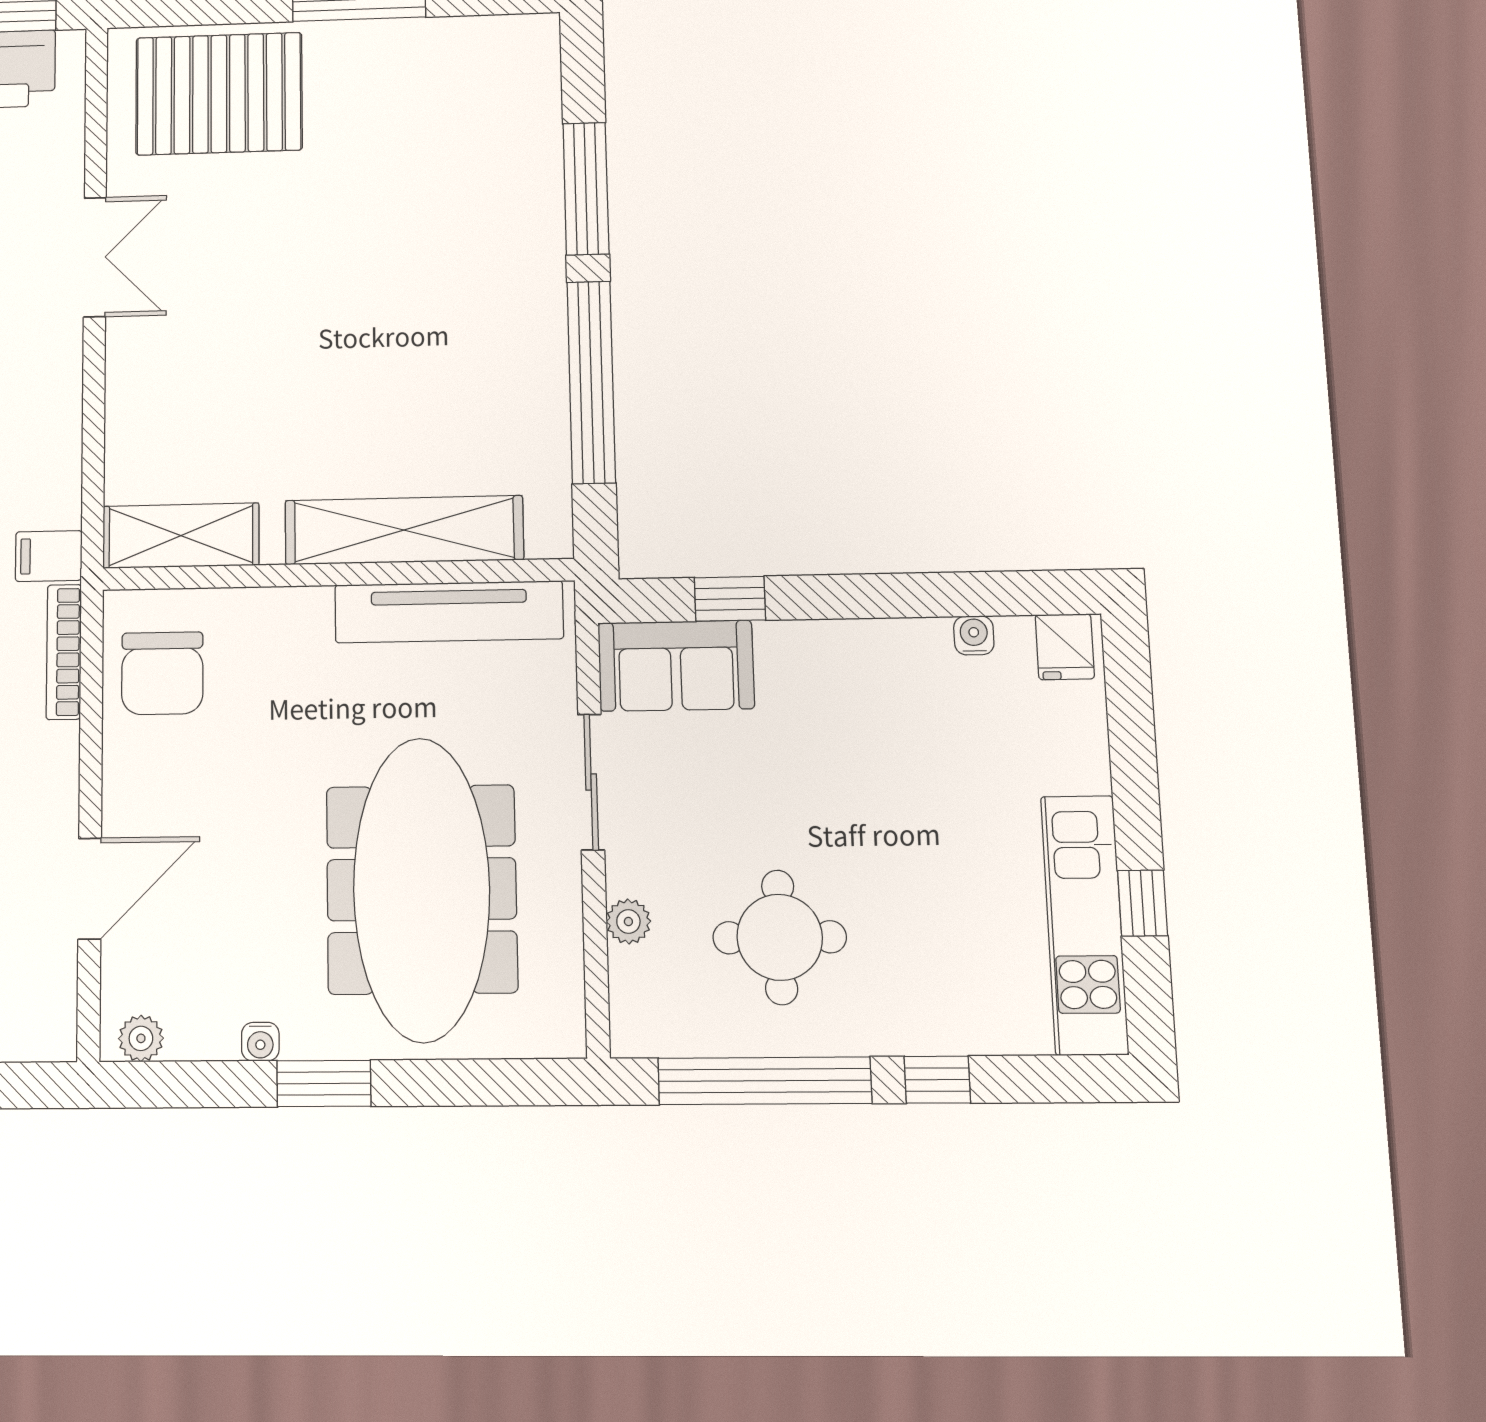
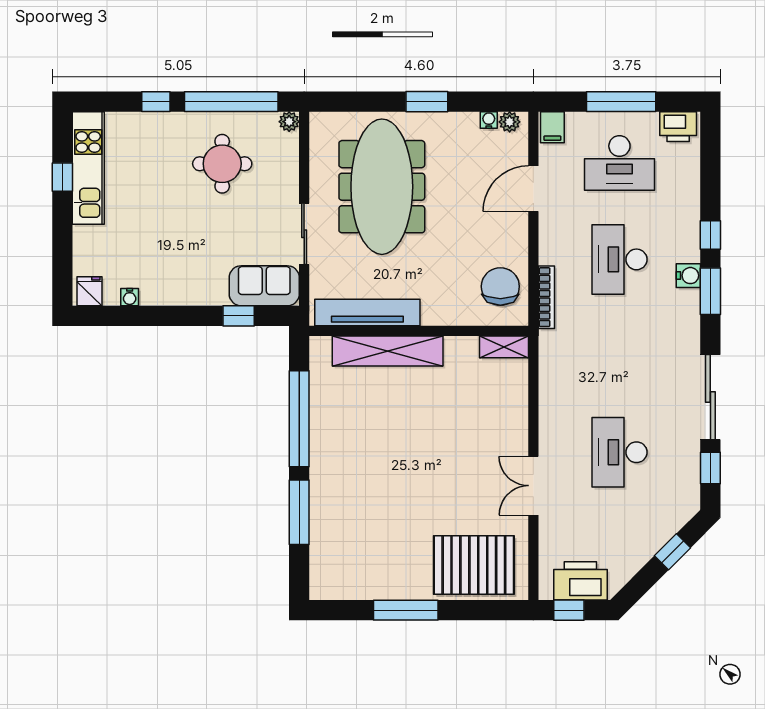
shelving: (181, 536) -> (504, 347), width x0.67, depth x0.75
filing cabinet: (49, 556) -> (552, 127), moved, turned 90
plant: (628, 921) -> (289, 122), moved
water cooler: (260, 1042) -> (489, 120), moved

